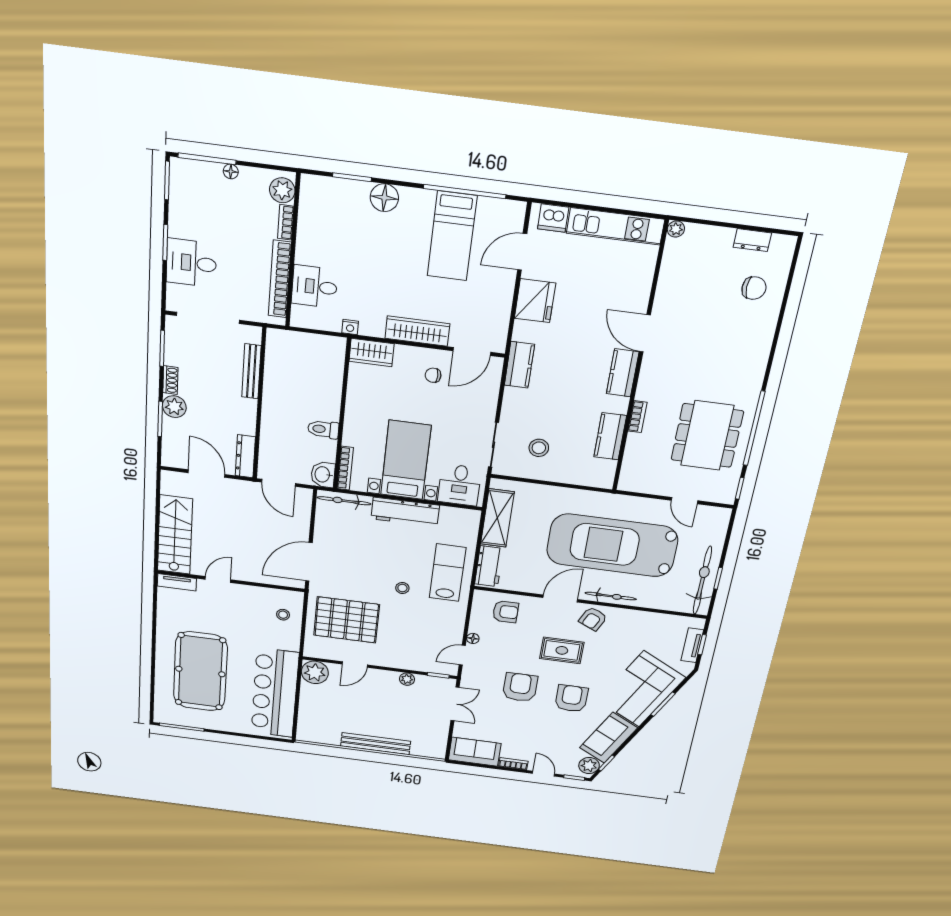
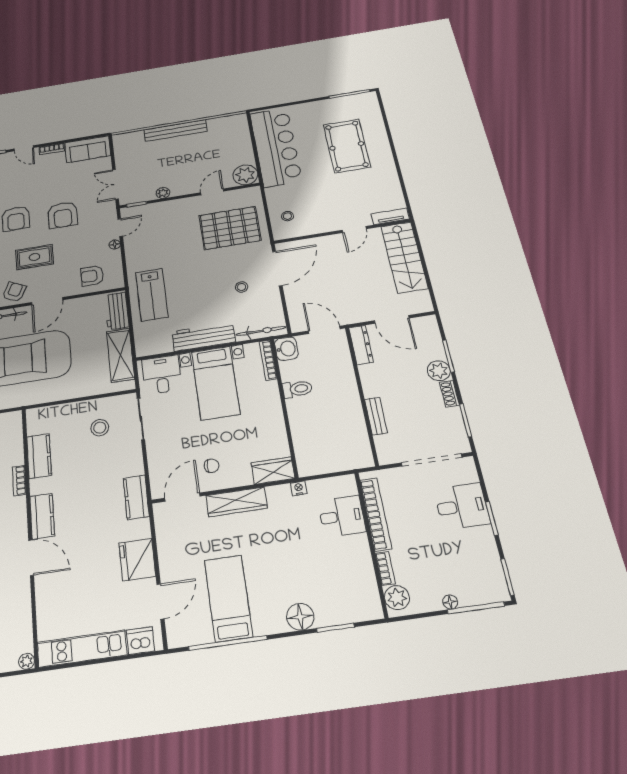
bench: (251, 371) -> (376, 416), width x0.73
stool: (402, 588) -> (242, 287), moved
pool table: (200, 672) -> (347, 146), width x0.73, depth x0.76

